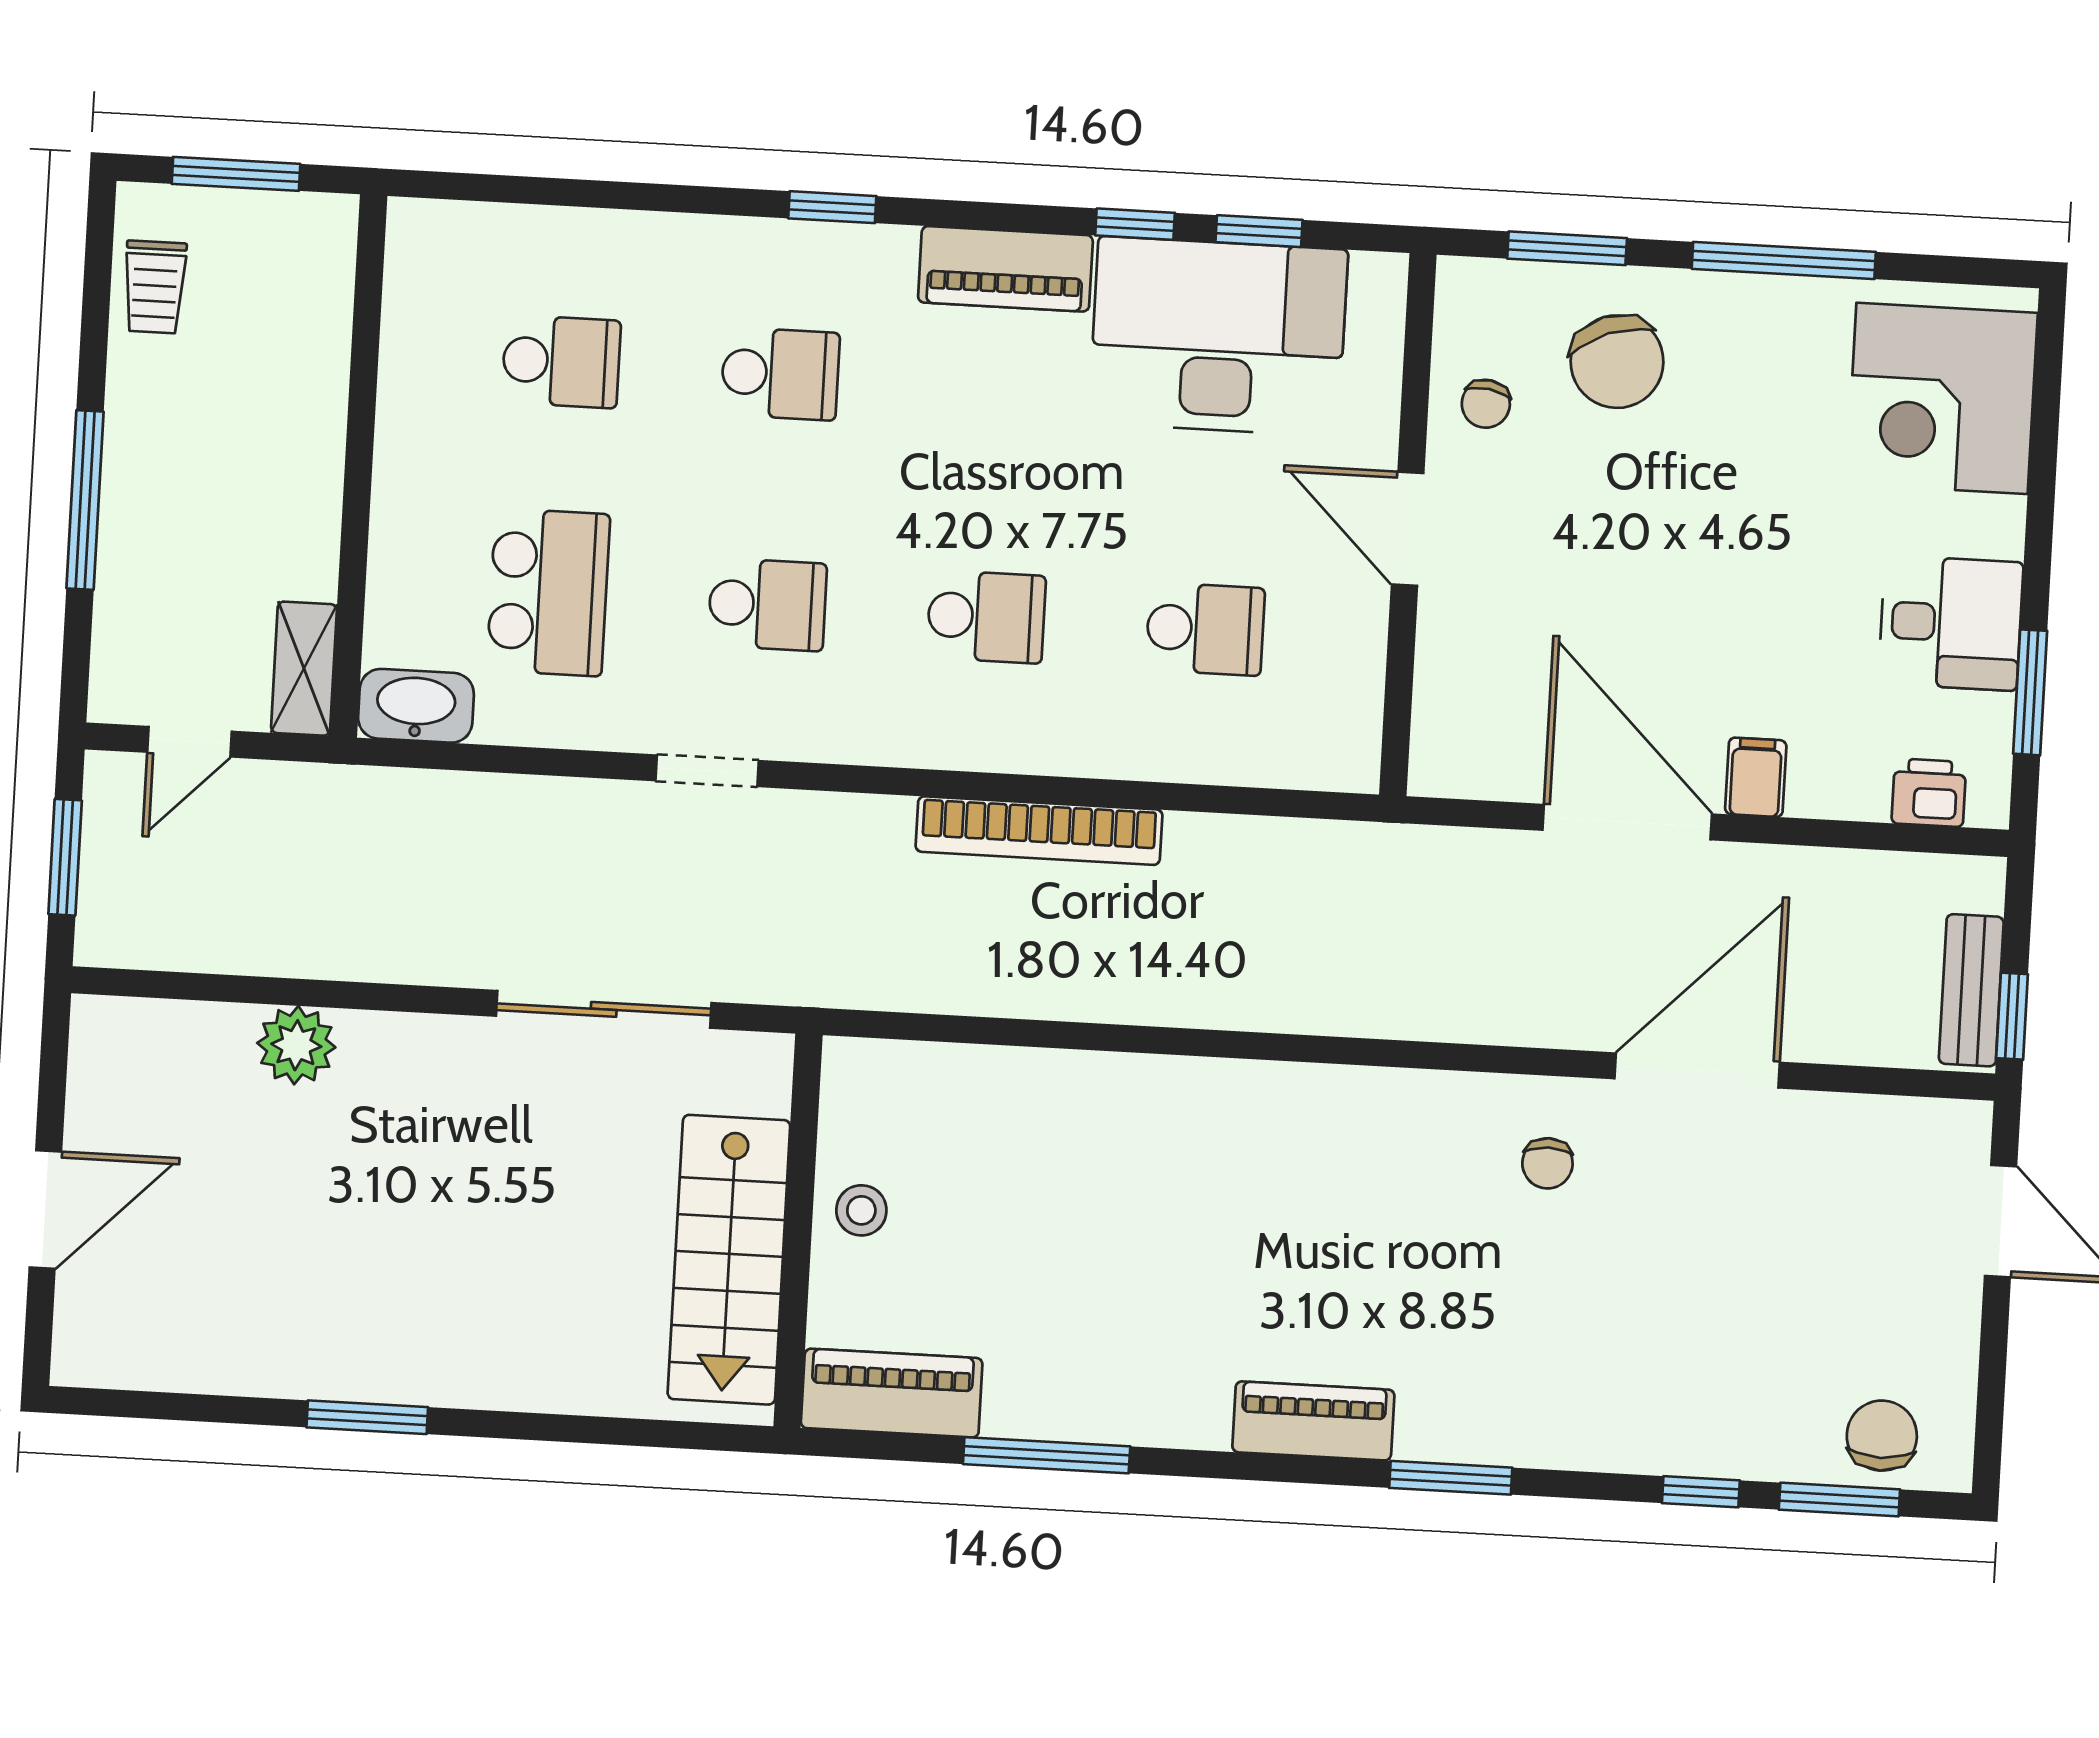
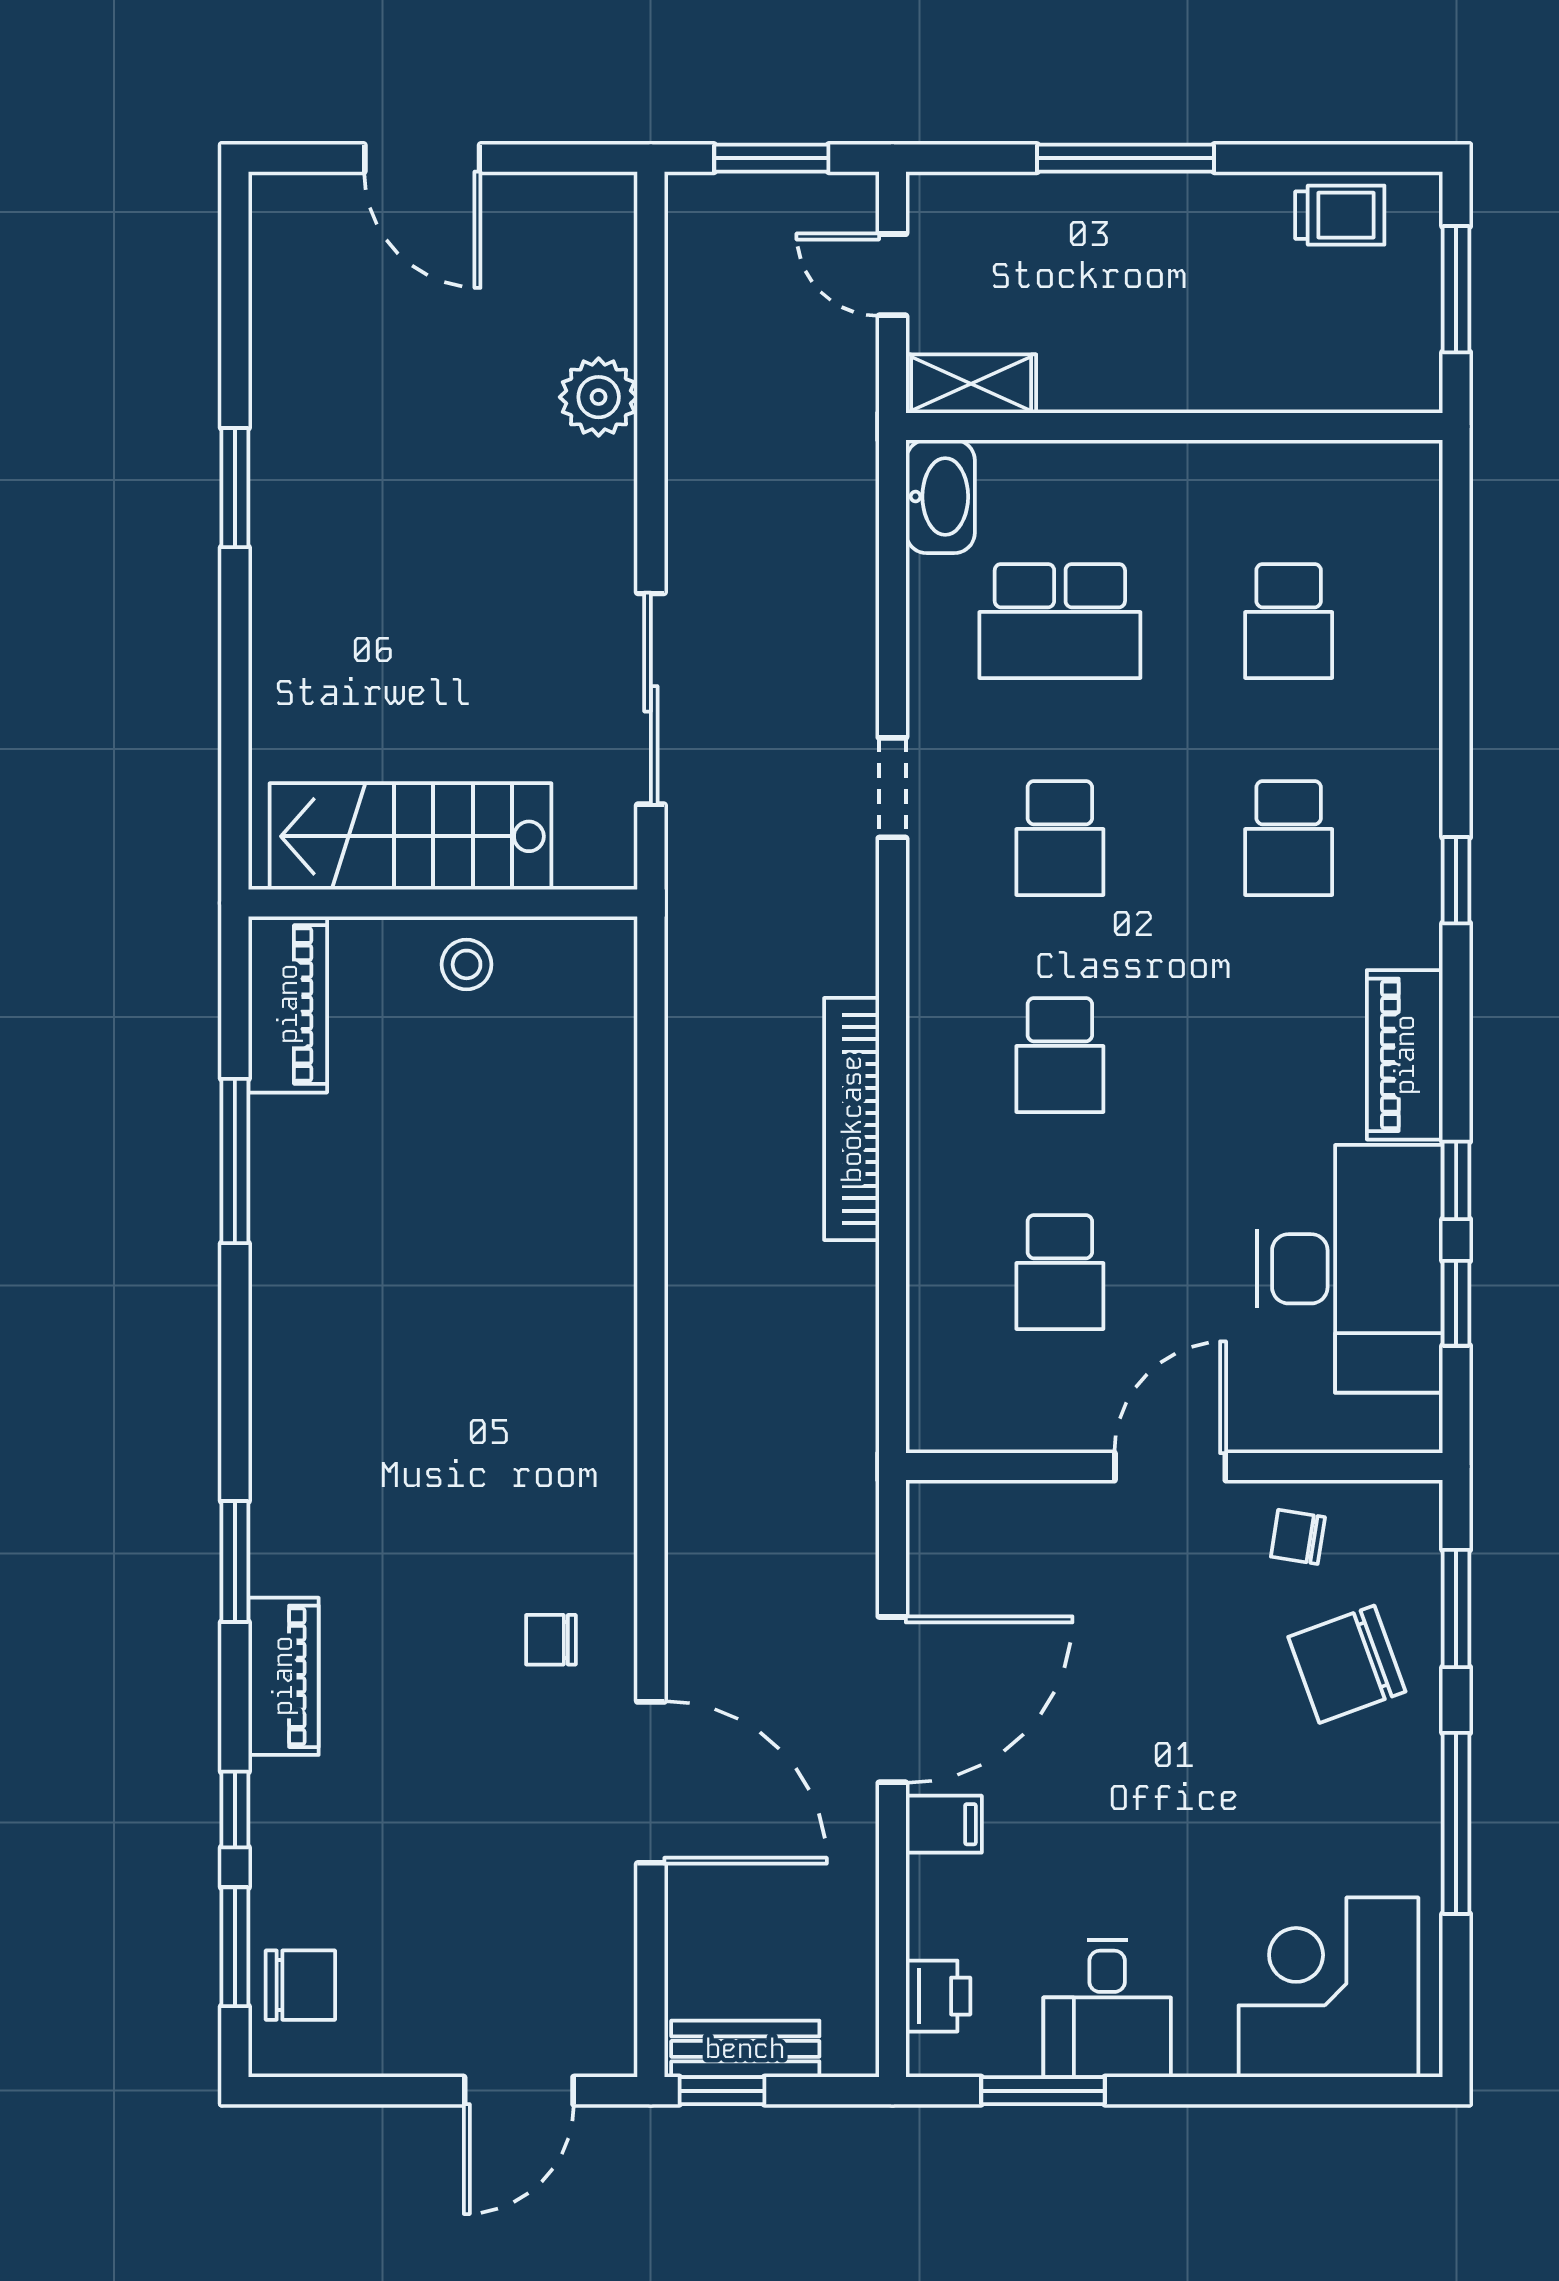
trolley: (155, 287) -> (1340, 215), turned 180
piano: (1313, 1421) -> (283, 1676), moved

